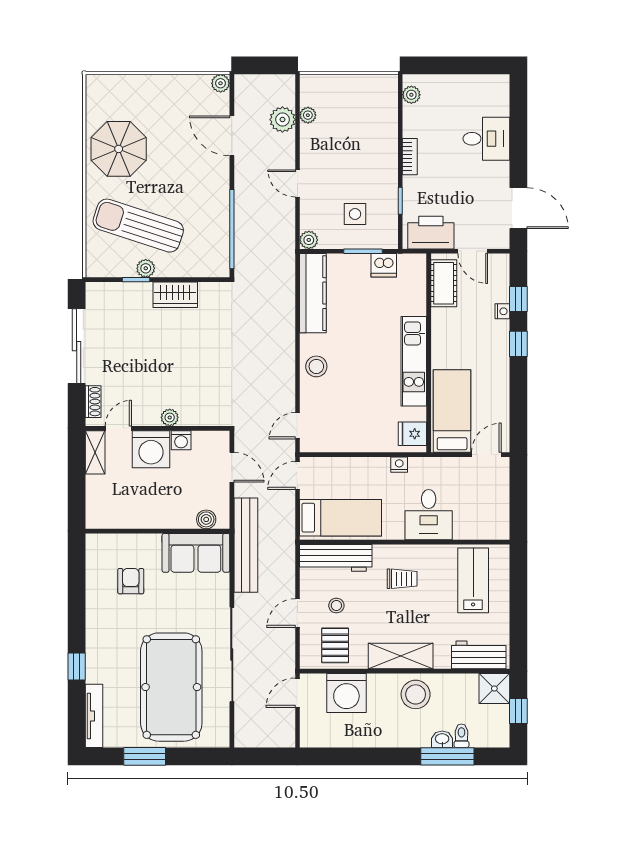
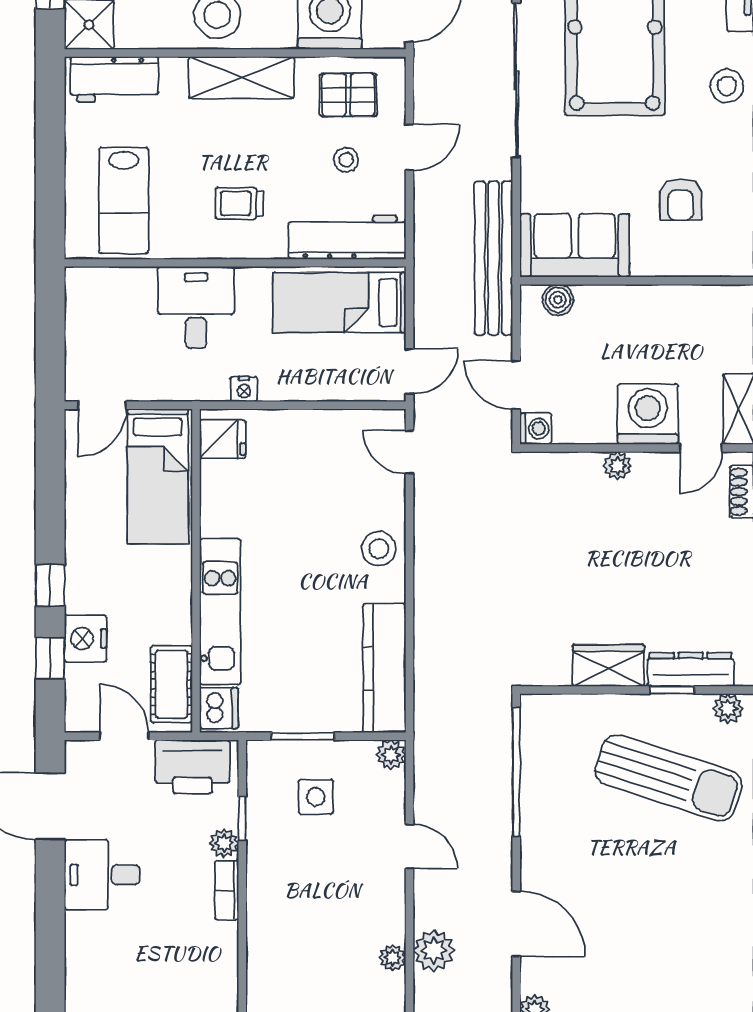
plant: (411, 95) -> (224, 843), moved
desk: (486, 139) -> (102, 875), moved
parasol: (119, 149) -> (700, 903), removed
dishwasher: (384, 265) -> (219, 708), moved, turned 90
plant: (146, 268) -> (728, 708), moved
dresser: (125, 292) -> (691, 669), added
nightstand: (502, 311) -> (85, 638), width x1.89, depth x1.79
kitchen unit: (414, 361) -> (220, 612), moved
door: (297, 426) -> (409, 452), swing flipped
washing machine: (181, 440) -> (536, 429), moved, turned 90
pallet: (335, 645) -> (348, 95), turned 90
stool: (102, 651) -> (727, 86), added

